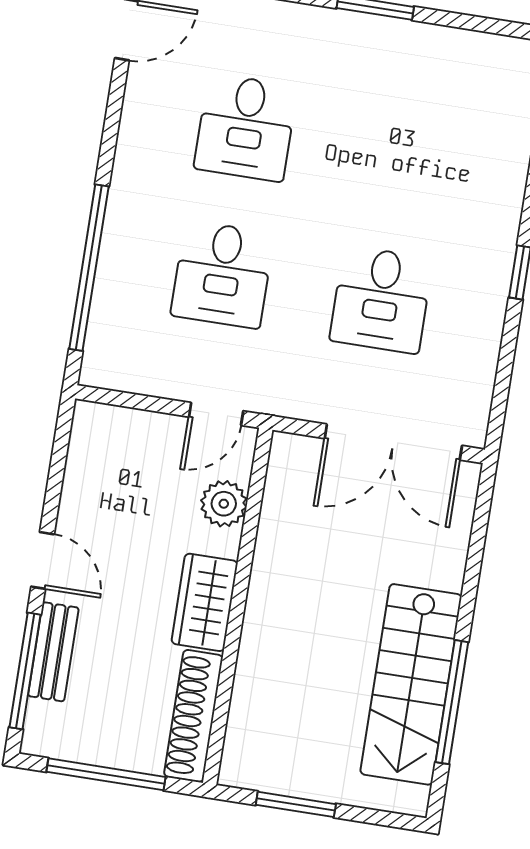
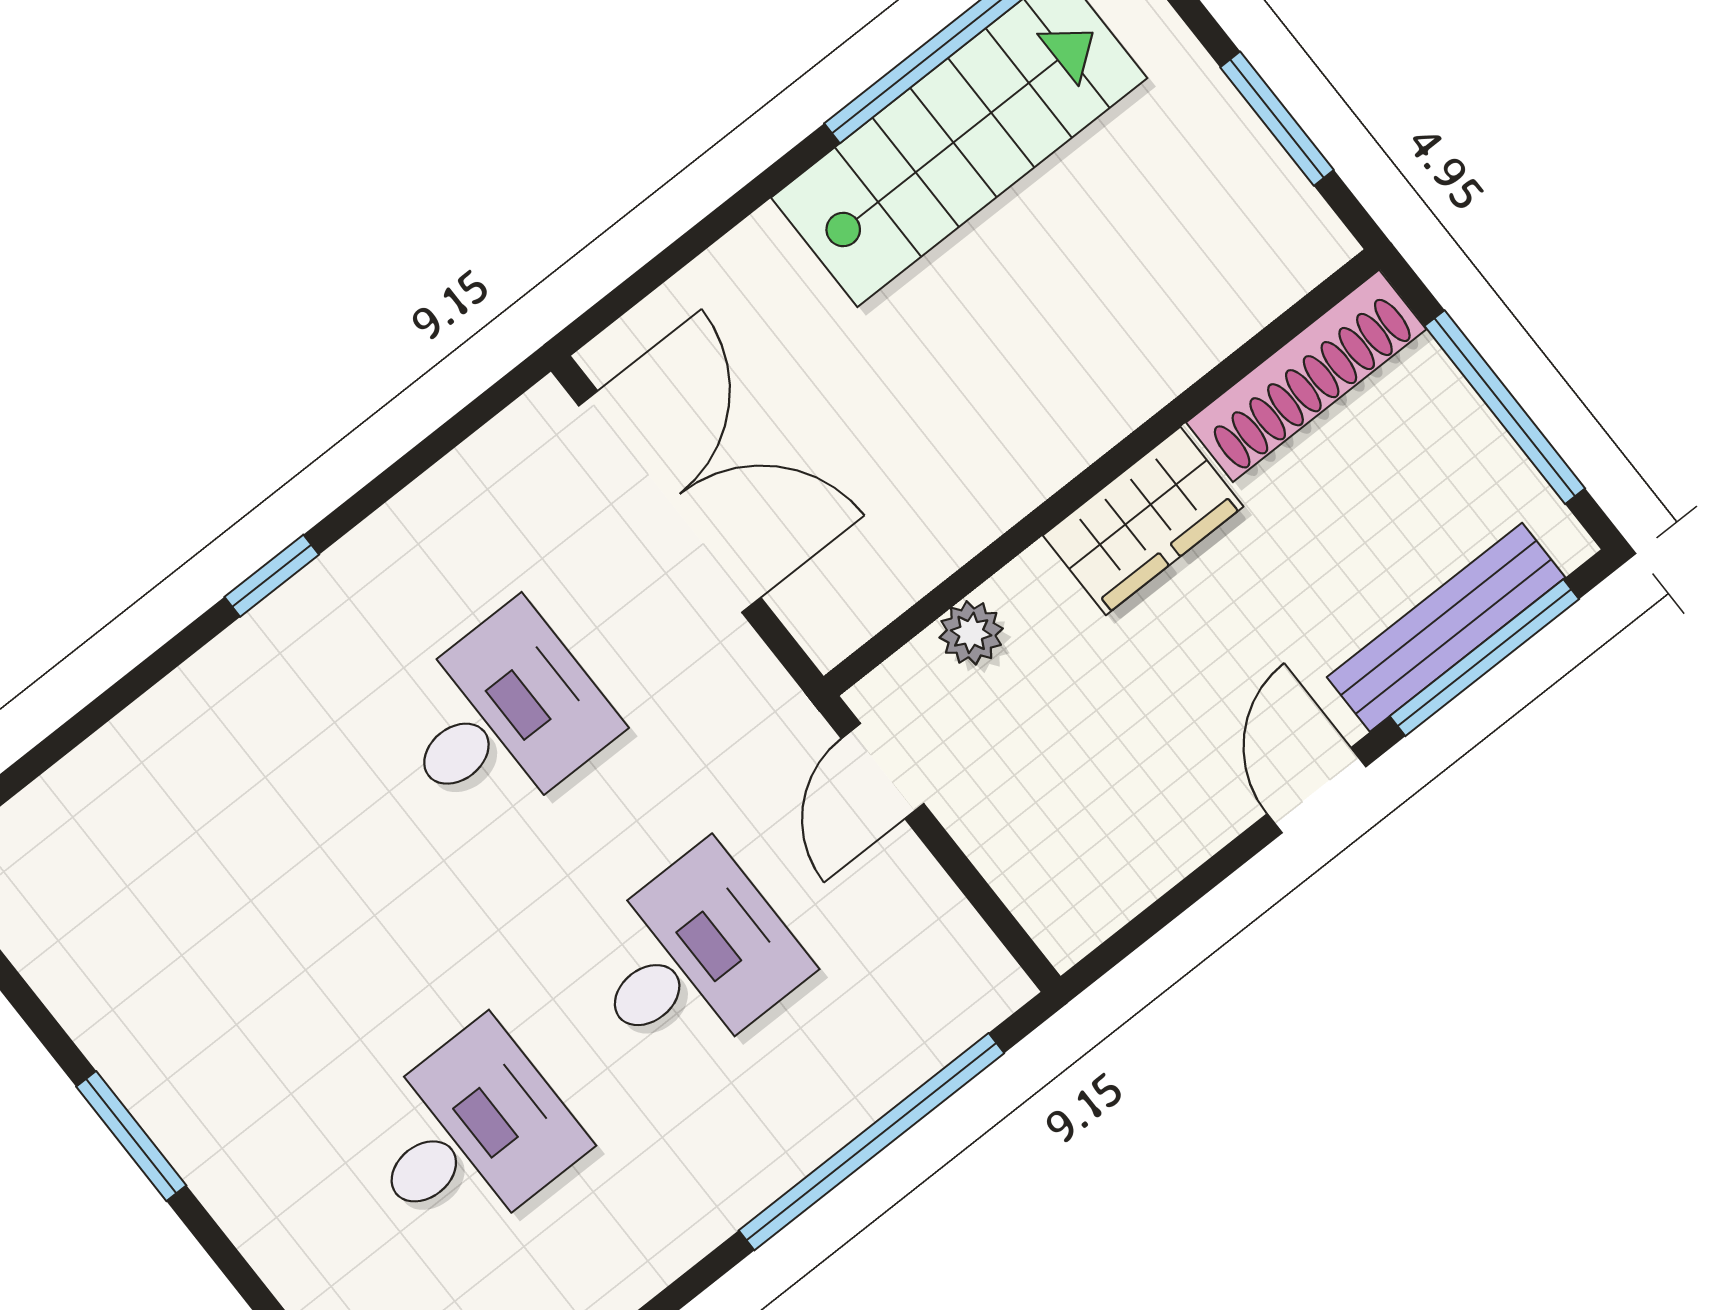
door: (216, 414) -> (883, 771), swing flipped
plant: (224, 504) -> (971, 633), width x0.73, depth x0.73
bench: (53, 652) -> (1446, 627), width x1.36

